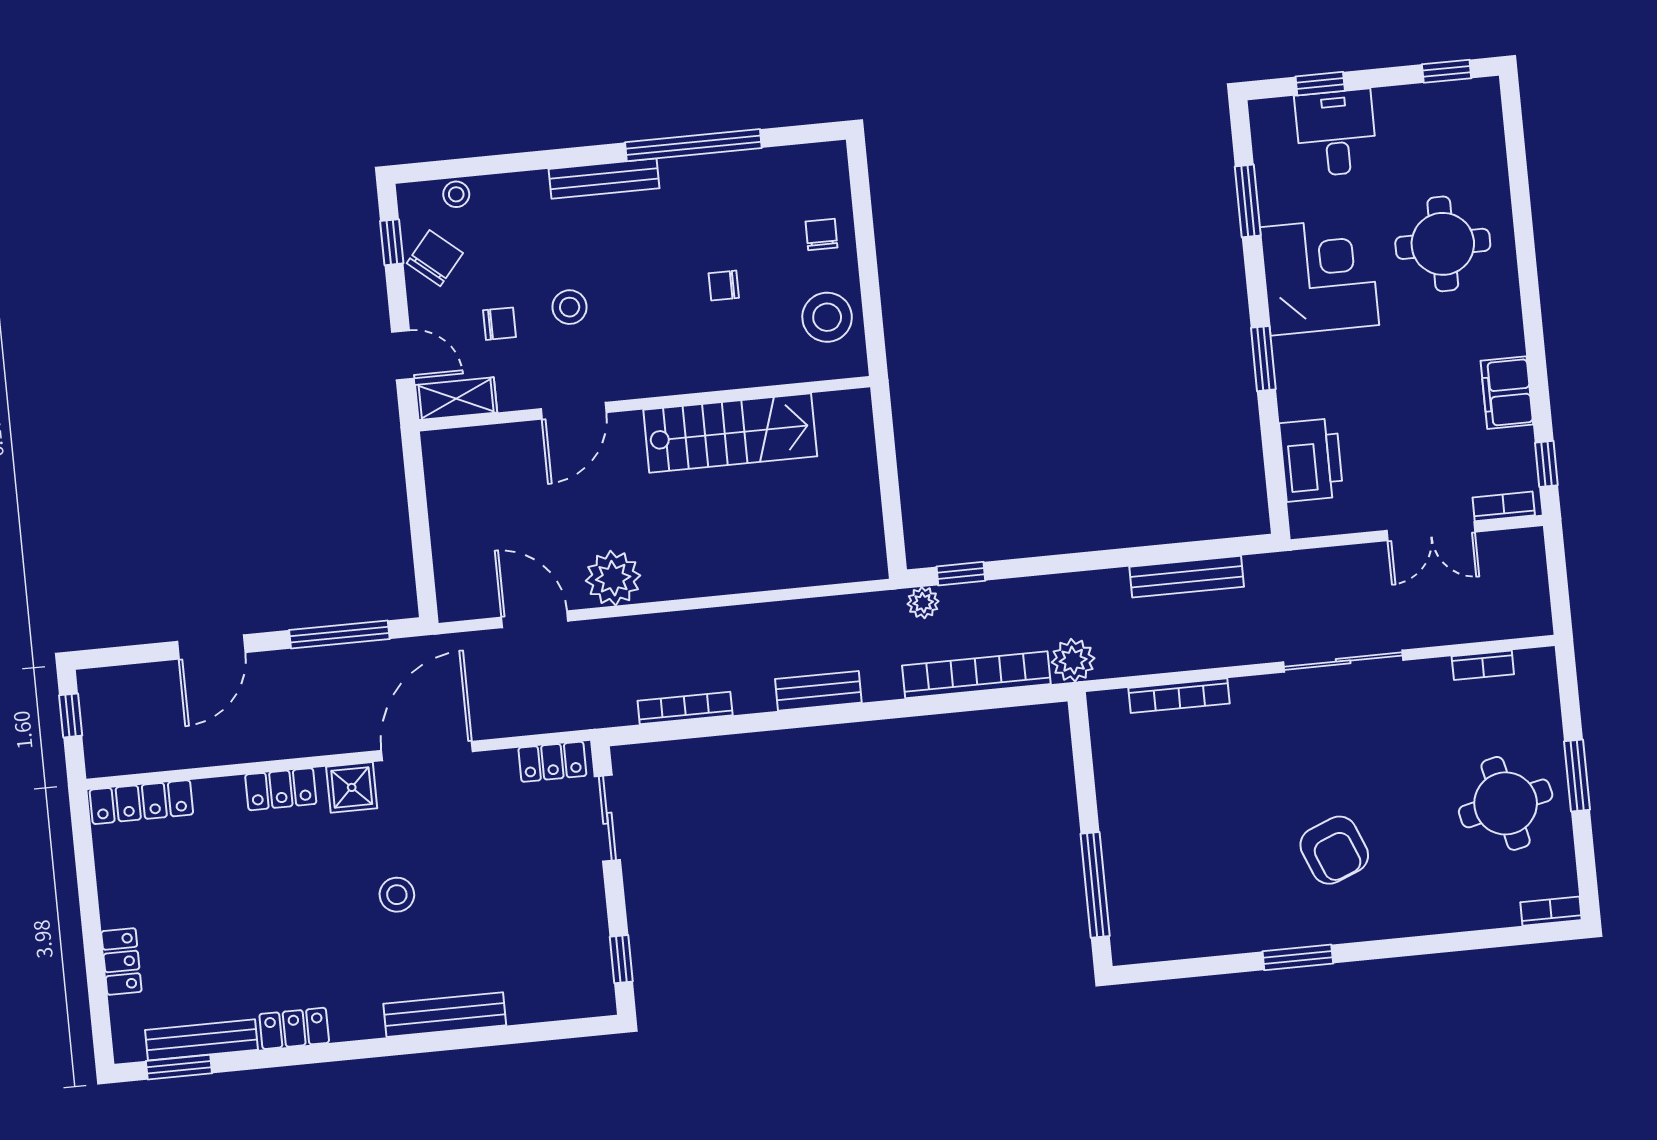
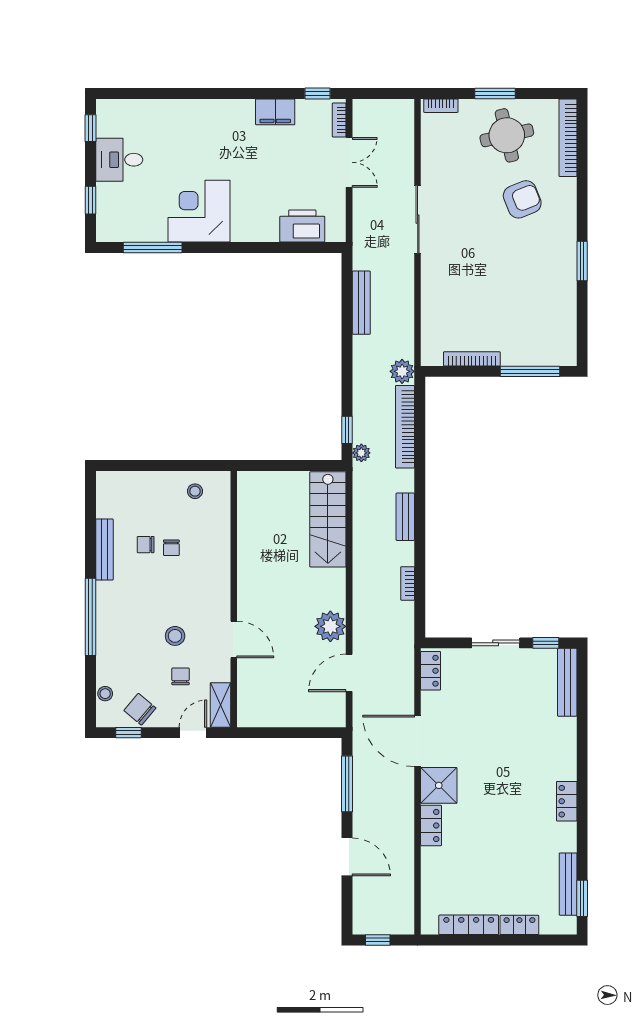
desk: (1336, 133) -> (119, 160), moved
window: (693, 145) -> (90, 617), moved
bench: (604, 179) -> (104, 550), moved
window: (1248, 201) -> (153, 247), width x1.44
chair: (821, 235) -> (146, 545), moved
round table: (1443, 244) -> (188, 140), removed
stool: (827, 317) -> (195, 491), width x0.53, depth x0.53
window: (1263, 359) -> (242, 247), removed
stairs: (730, 433) -> (328, 519), moved, turned 180
bookcase: (1483, 665) -> (441, 106), moved, turned 90
bookcase: (1179, 696) -> (472, 359), moved, turned -90
bookcase: (685, 708) -> (408, 583), width x0.64
shower: (352, 787) -> (439, 785), width x1.36, depth x1.36
locker: (141, 802) -> (469, 925), moved, turned -90
sliding door: (607, 818) -> (496, 643), moved
armchair: (1334, 850) -> (522, 199), moved
stool: (397, 895) -> (497, 766), removed
bookcase: (1551, 911) -> (568, 138), width x2.31, depth x1.31
bench: (445, 1015) -> (567, 682), moved
locker: (294, 1028) -> (567, 801), moved

